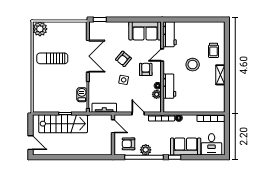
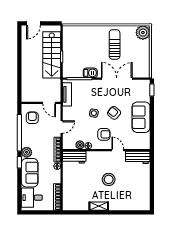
sofa: (145, 31) -> (141, 117), moved
trolley: (214, 50) -> (122, 200), removed
double door: (88, 56) -> (117, 79), swing flipped
workbench: (169, 86) -> (74, 157), moved
barbecue: (82, 95) -> (90, 73), moved
door: (113, 126) -> (49, 103), hinge flipped
plant: (146, 150) -> (27, 152), moved

